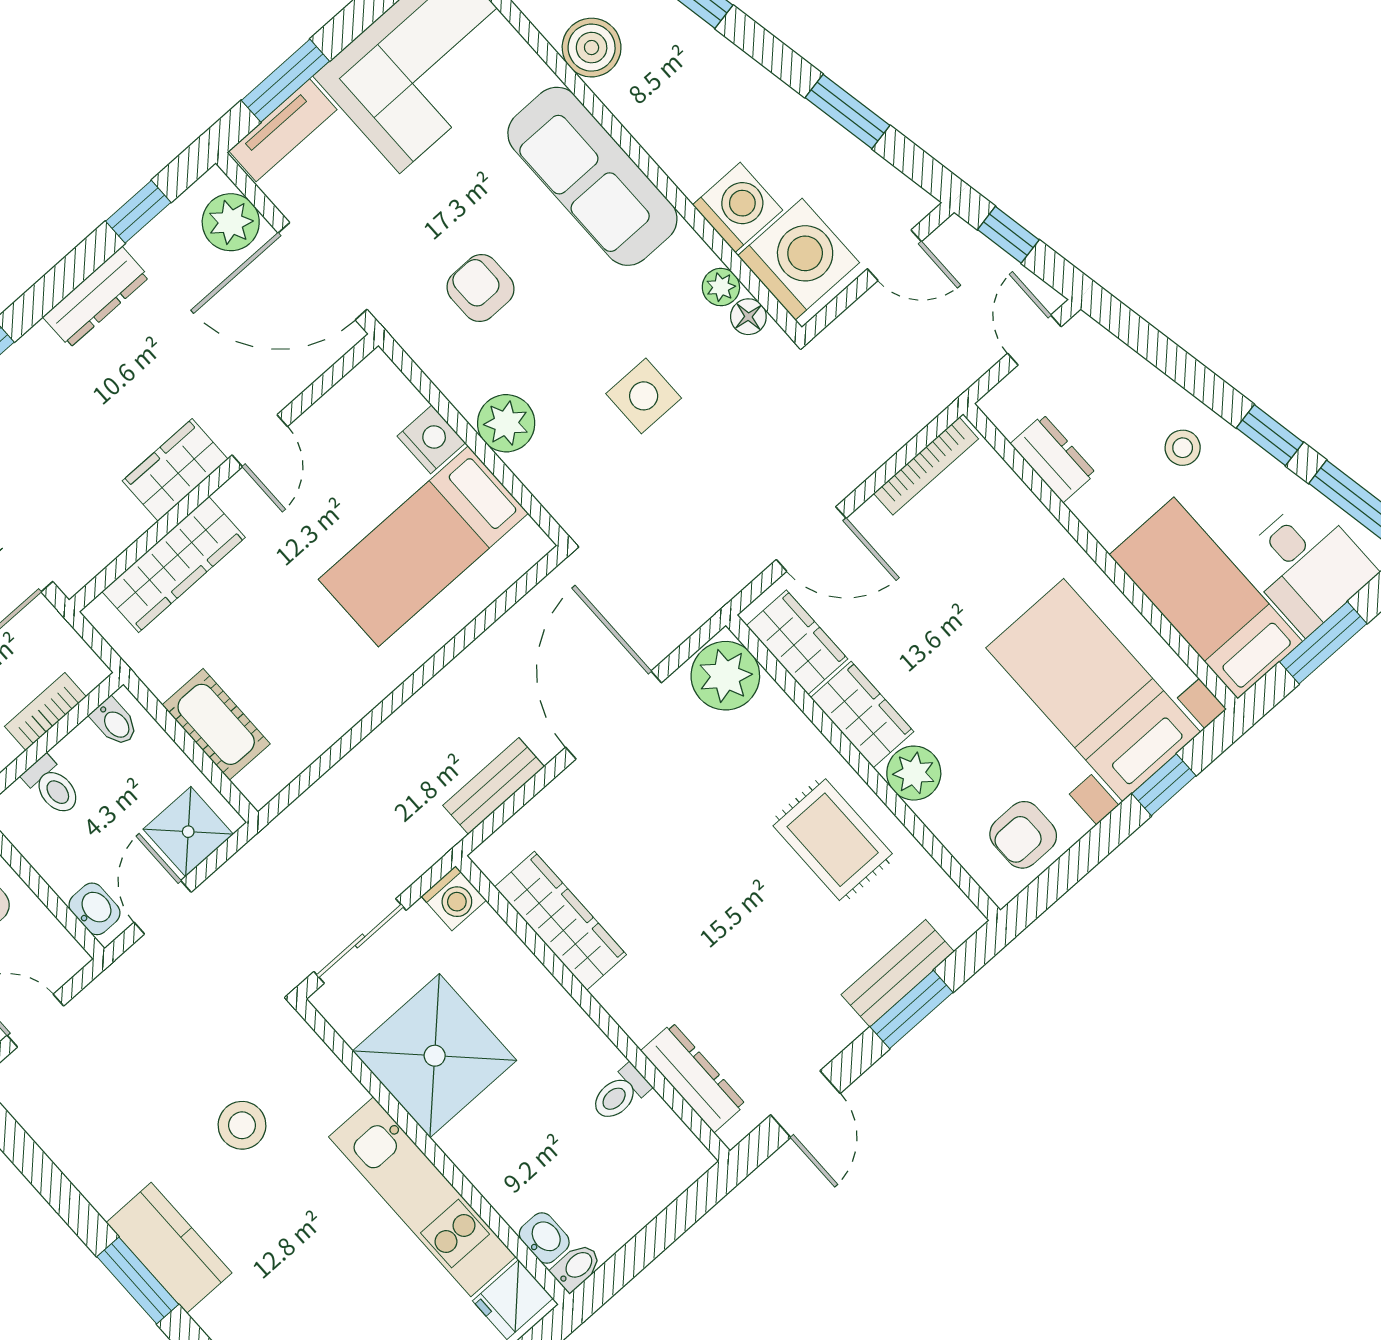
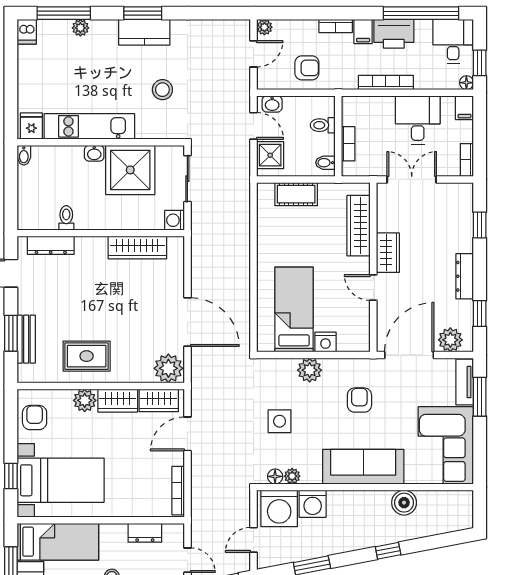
armchair: (481, 288) -> (359, 400), turned -90
bench: (494, 786) -> (199, 264), removed
washbasin: (544, 1238) -> (94, 153), moved

